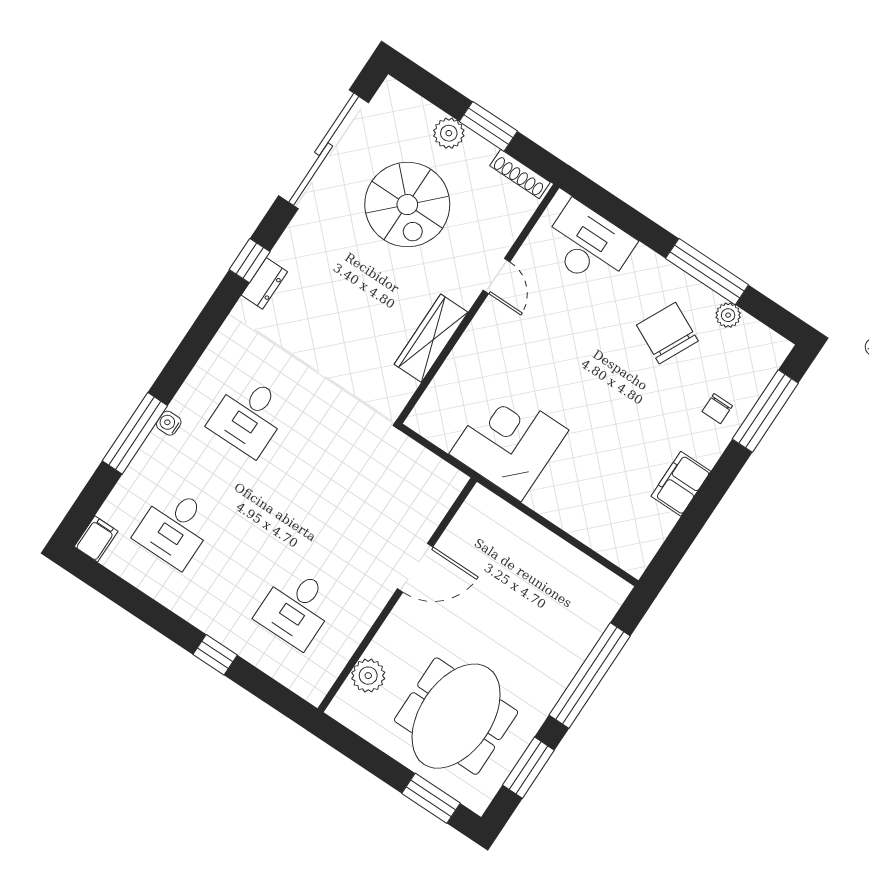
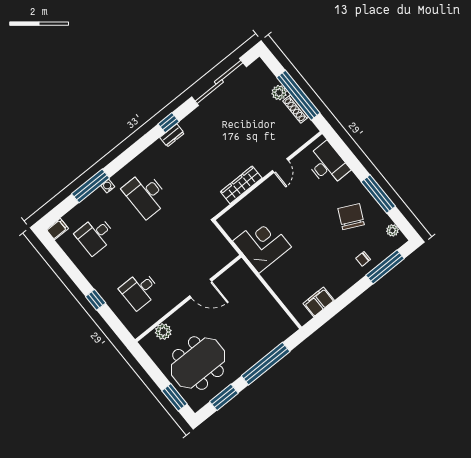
window: (488, 126) -> (298, 95), width x2.11
shoe rack: (520, 174) -> (296, 109), moved
spiral stairs: (407, 205) -> (250, 120), removed
plant: (728, 315) -> (392, 230), moved
desk: (249, 416) -> (146, 194), width x1.37
filing cabinet: (681, 484) -> (319, 302), moved

